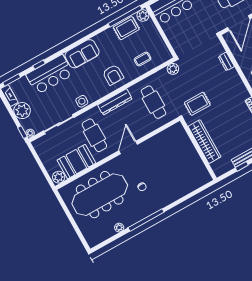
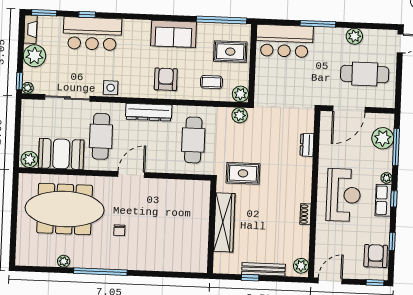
plant: (143, 15) -> (240, 94), moved
rug: (126, 28) -> (230, 52), moved
sofa: (82, 54) -> (174, 34), moved
armchair: (113, 75) -> (166, 79), turned 180

